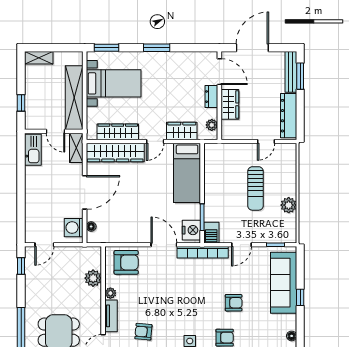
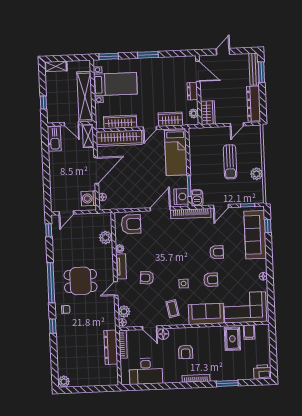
door: (252, 48) -> (223, 52), width x0.53
wardrobe: (230, 104) -> (208, 113), moved
door: (164, 245) -> (160, 209), hinge flipped
window: (300, 297) -> (268, 226), moved

